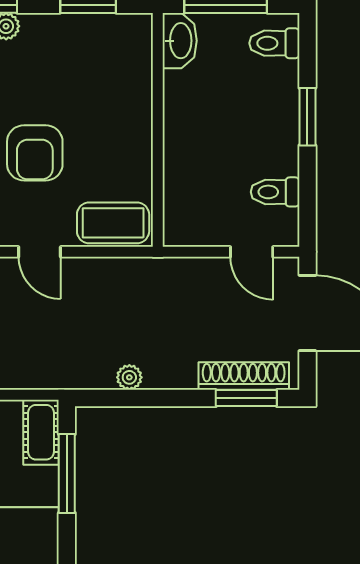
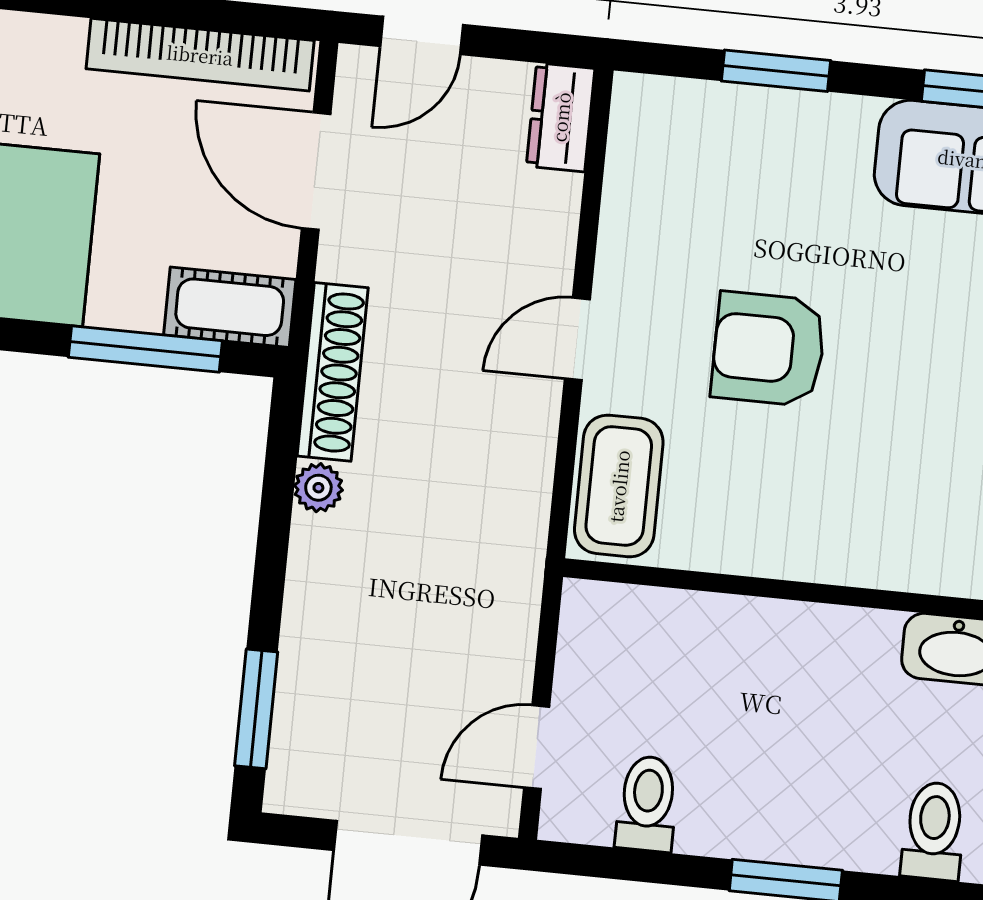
shoe rack: (244, 376) -> (333, 372), moved

